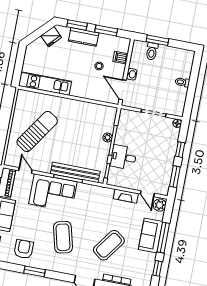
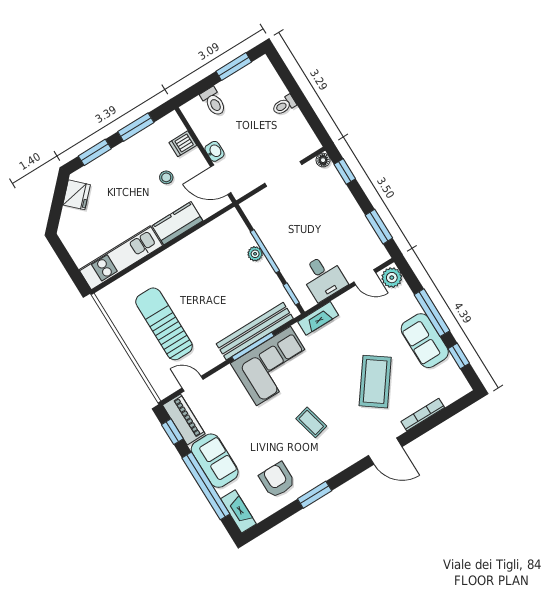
kitchen counter: (84, 37) -> (177, 223), moved, turned 180
window: (157, 40) -> (234, 67), moved
sun lounger: (37, 131) -> (164, 324), turned -34
window: (180, 150) -> (345, 171), moved
desk: (123, 157) -> (323, 277), moved, turned -90
corner sofa: (53, 193) -> (273, 366), moved
fireplace: (126, 196) -> (318, 318), moved
sofa: (151, 235) -> (425, 341), moved
coffee table: (63, 237) -> (311, 422), width x0.54, depth x0.58

